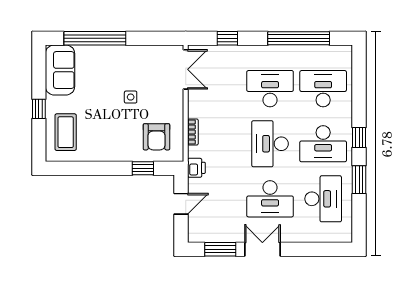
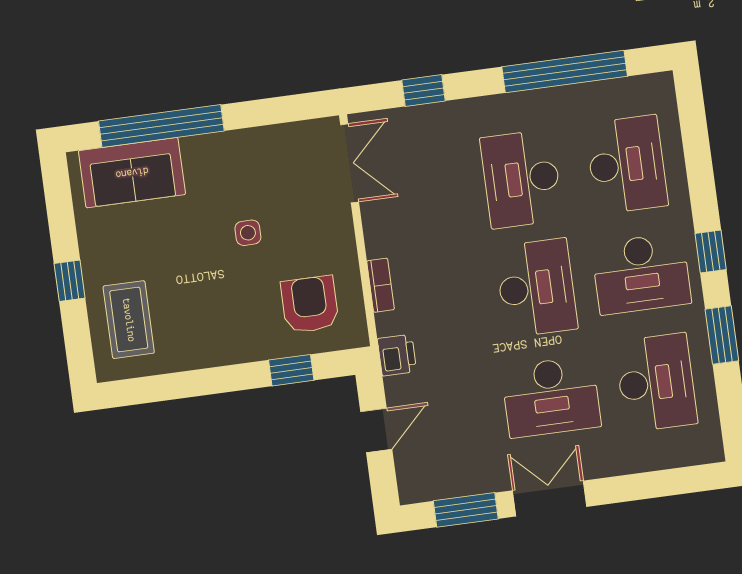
sofa: (60, 70) -> (132, 173), moved, turned 90
desk: (270, 89) -> (522, 179), turned -90
desk: (323, 89) -> (627, 165), turned 90
armchair: (156, 137) -> (310, 304), turned 180
desk: (270, 144) -> (536, 288), turned 180

